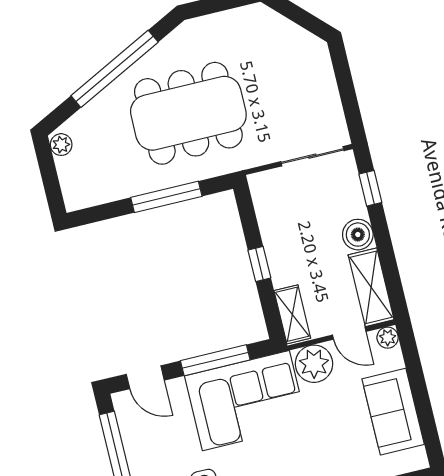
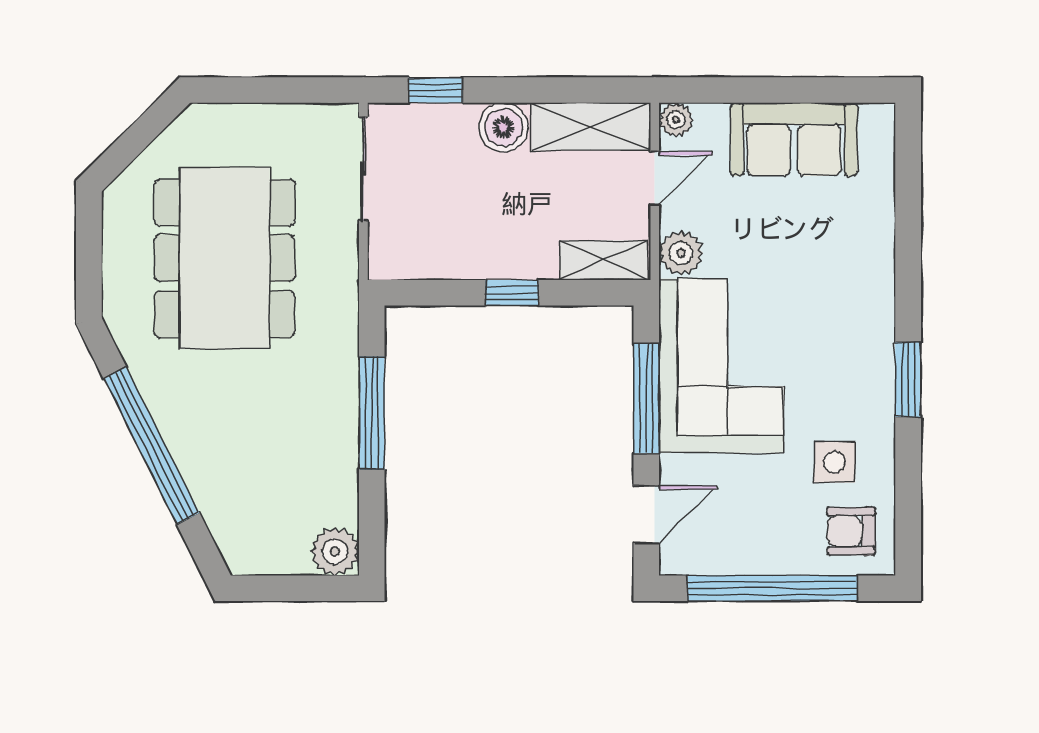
dining table: (188, 113) -> (225, 258), moved
plant: (61, 145) -> (335, 552), moved, width x1.38, depth x1.38
plant: (314, 364) -> (681, 253), width x0.73, depth x0.73

